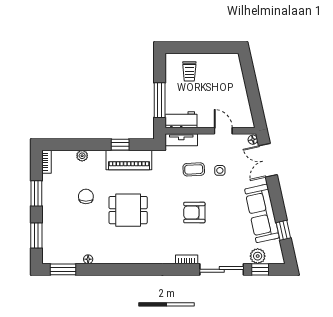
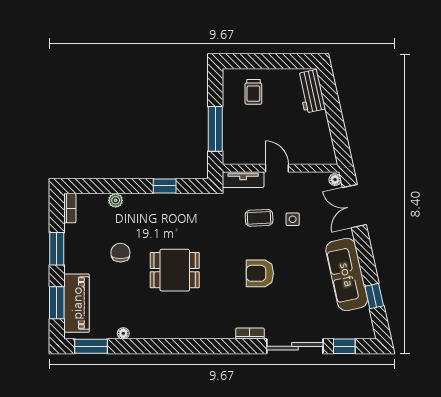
workbench: (181, 120) -> (311, 91), moved, turned -102
door: (223, 131) -> (277, 168), moved
piano: (129, 160) -> (77, 303), moved, turned -90
plant: (258, 256) -> (341, 329), removed

